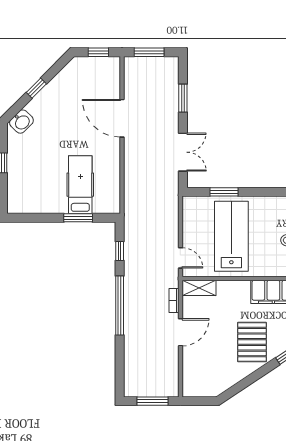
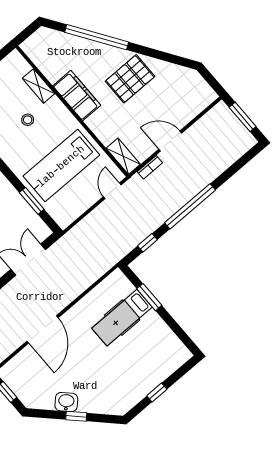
washbasin: (21, 122) -> (66, 402), moved

